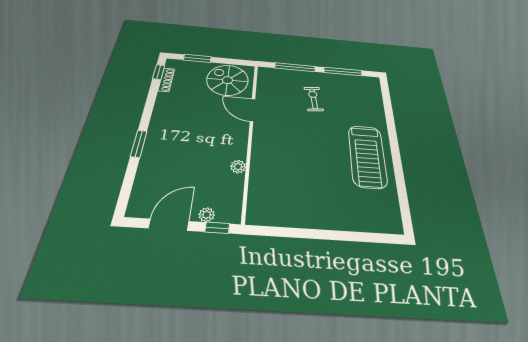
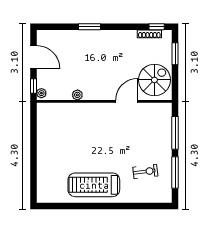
exercise bike: (314, 99) -> (145, 172), moved
plant: (207, 215) -> (41, 93), moved

